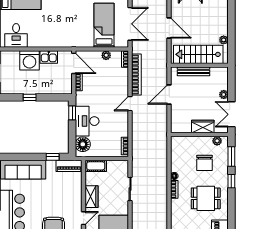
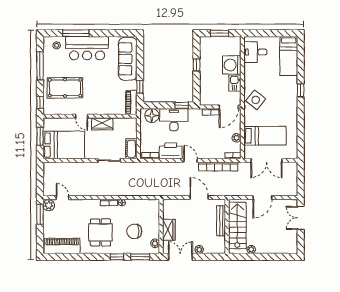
side table: (66, 35) -> (256, 100), added
printer: (120, 125) -> (171, 151), added
cot: (96, 166) -> (131, 149), moved

